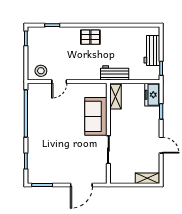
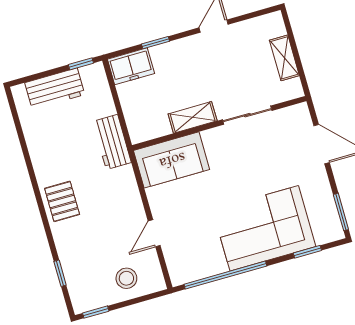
stool: (41, 71) -> (126, 278), moved
door: (59, 82) -> (154, 233), swing flipped
shelving: (115, 97) -> (193, 117), moved
sofa: (96, 116) -> (172, 160), moved
corner sofa: (45, 141) -> (264, 228), added
shelving: (147, 178) -> (284, 58), moved

